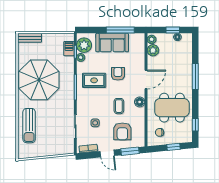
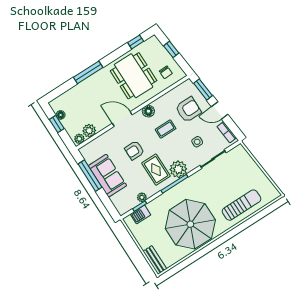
plant: (84, 45) -> (178, 169), moved
door: (107, 153) -> (220, 111), swing flipped

